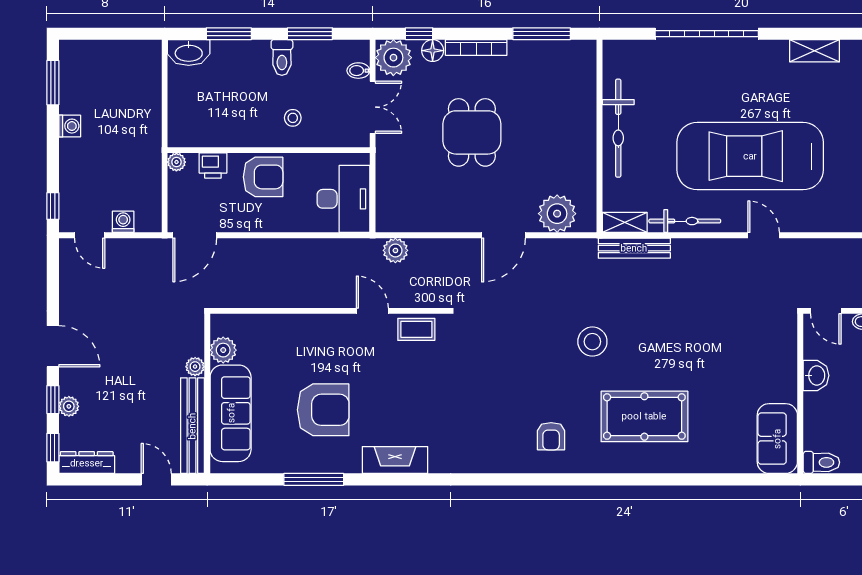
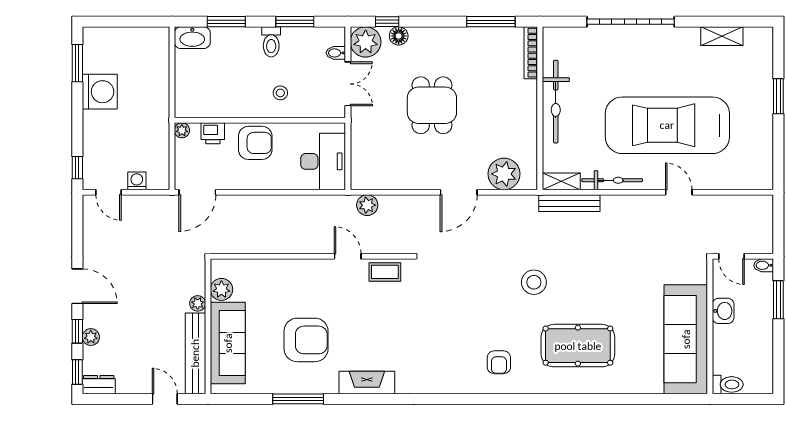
bookcase: (476, 47) -> (531, 53), moved, turned 90
washing machine: (70, 126) -> (100, 92), width x1.89, depth x1.89
sofa: (777, 439) -> (686, 339), width x1.85, depth x1.27
dresser: (87, 463) -> (99, 385), width x0.70

